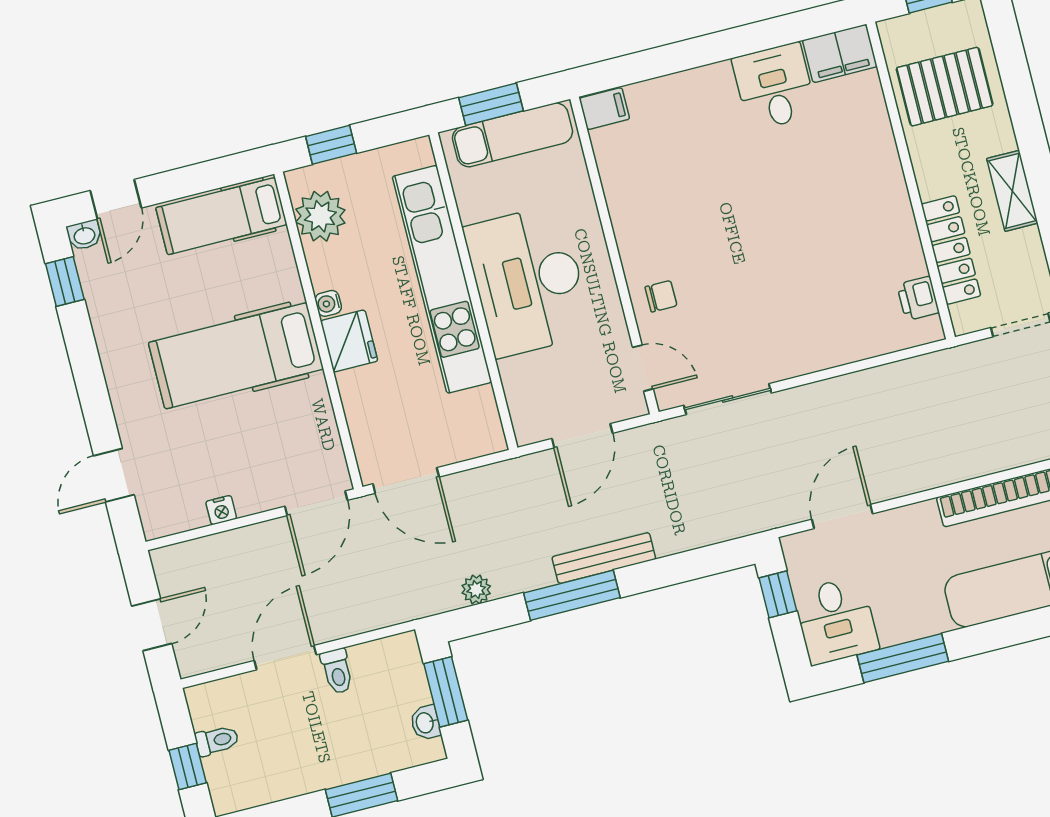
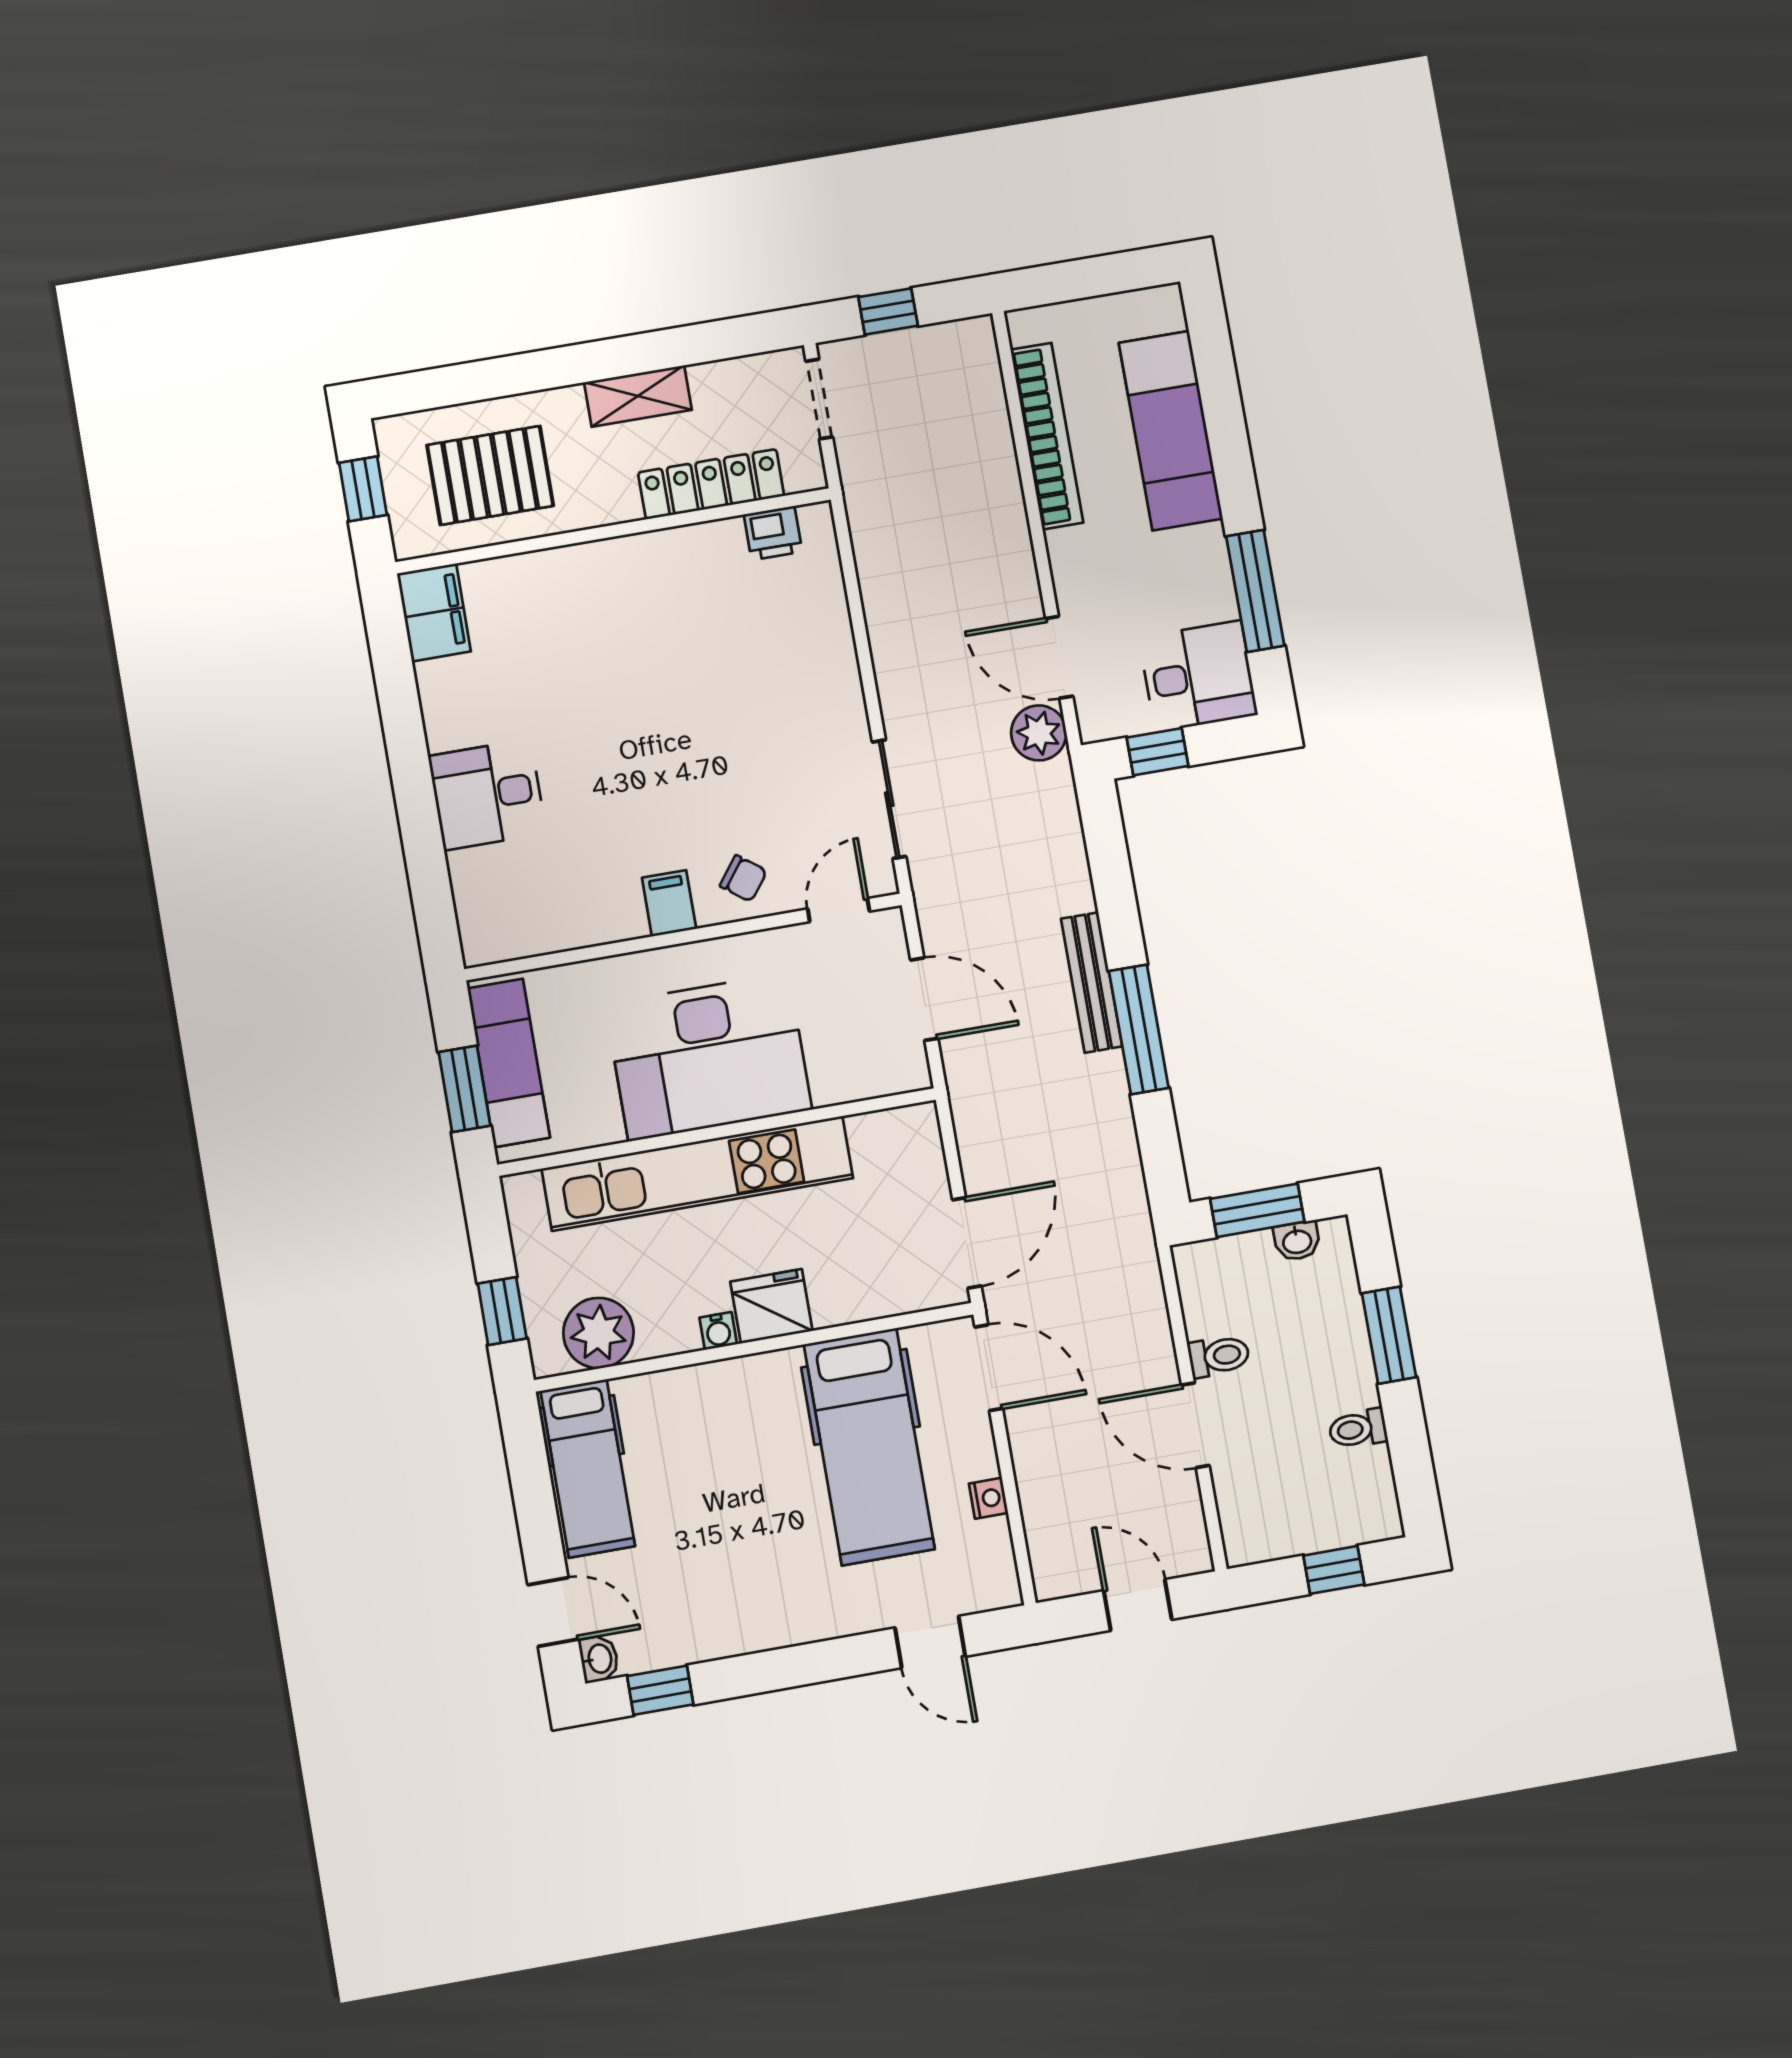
desk: (775, 87) -> (487, 795), moved
pallet: (945, 87) -> (490, 475), turned 90
filing cabinet: (604, 109) -> (669, 903), moved
chair: (661, 296) -> (743, 878), turned 127
hospital bed: (236, 356) -> (869, 1447), moved
plant: (476, 590) -> (1039, 733), moved, width x1.38, depth x1.38
toilet: (217, 741) -> (1358, 1429), moved, turned -90

